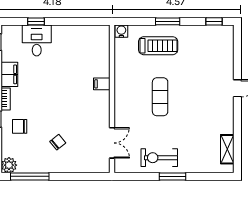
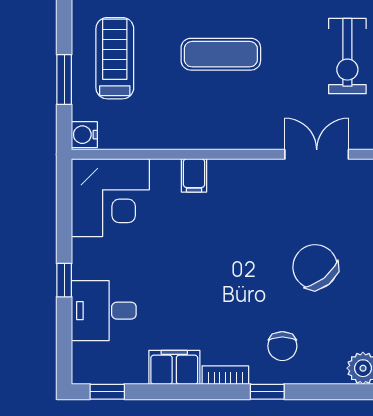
window: (36, 21) -> (64, 280), moved
window: (168, 21) -> (64, 79), moved
corner desk: (91, 44) -> (110, 198), added
chair: (58, 142) -> (315, 267), width x1.87, depth x1.87

